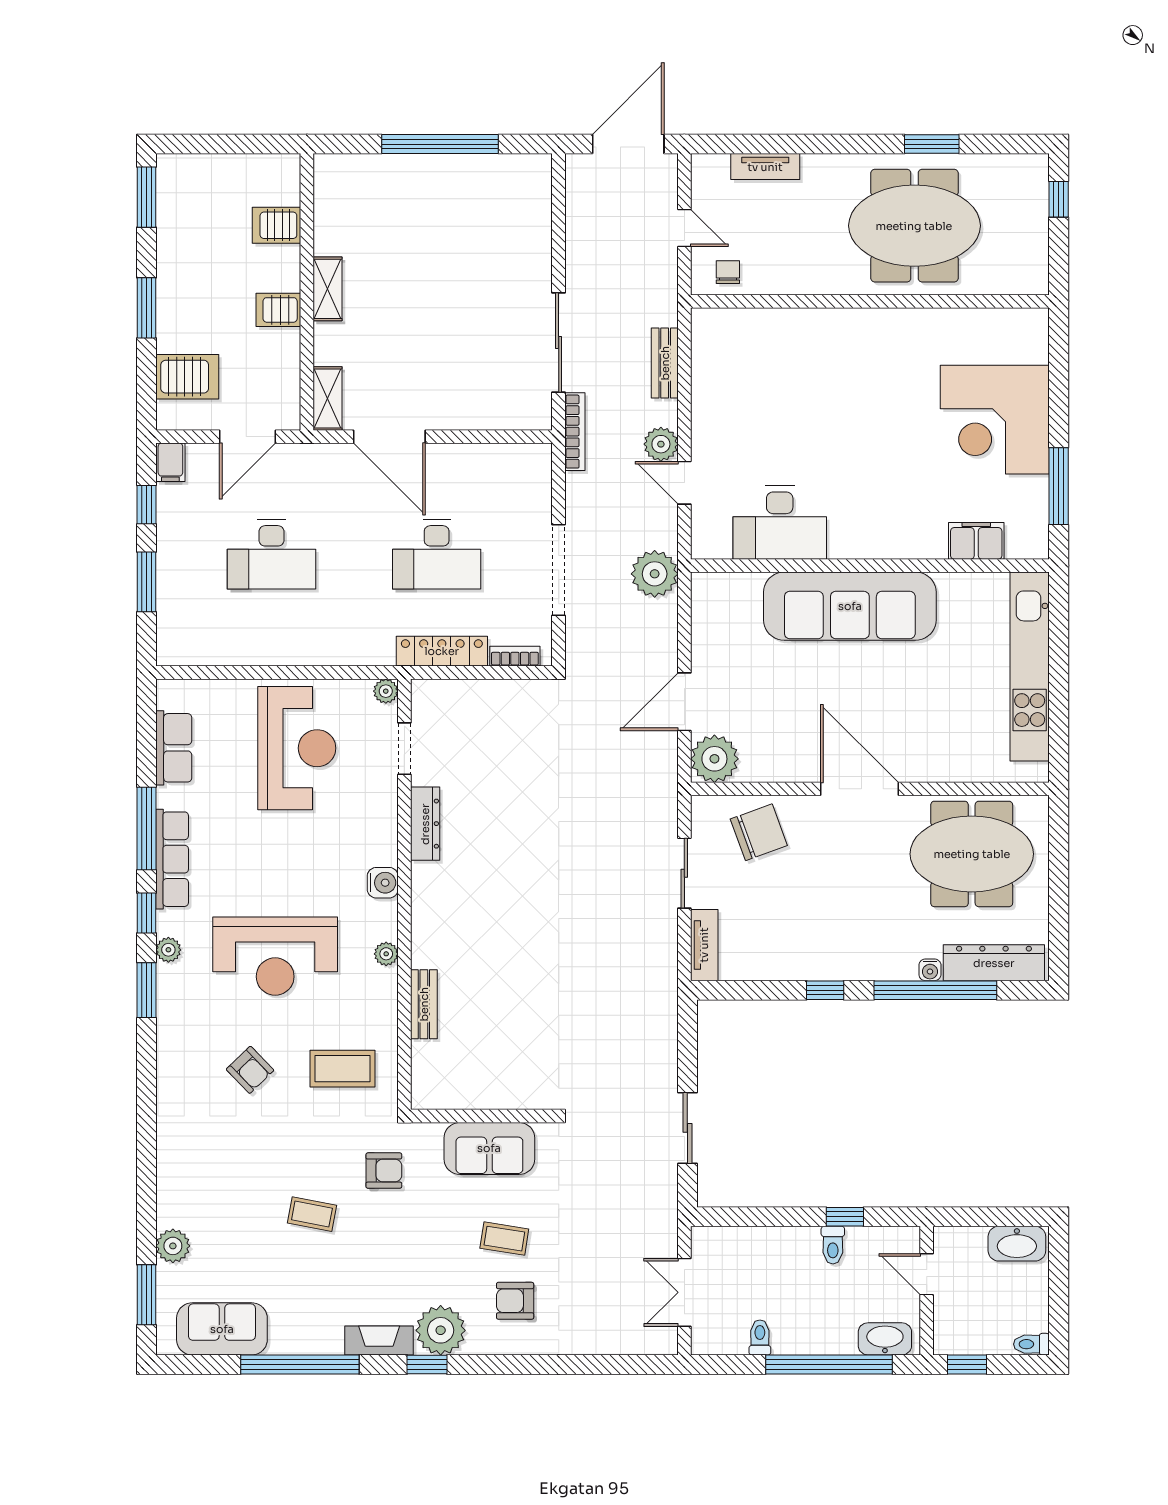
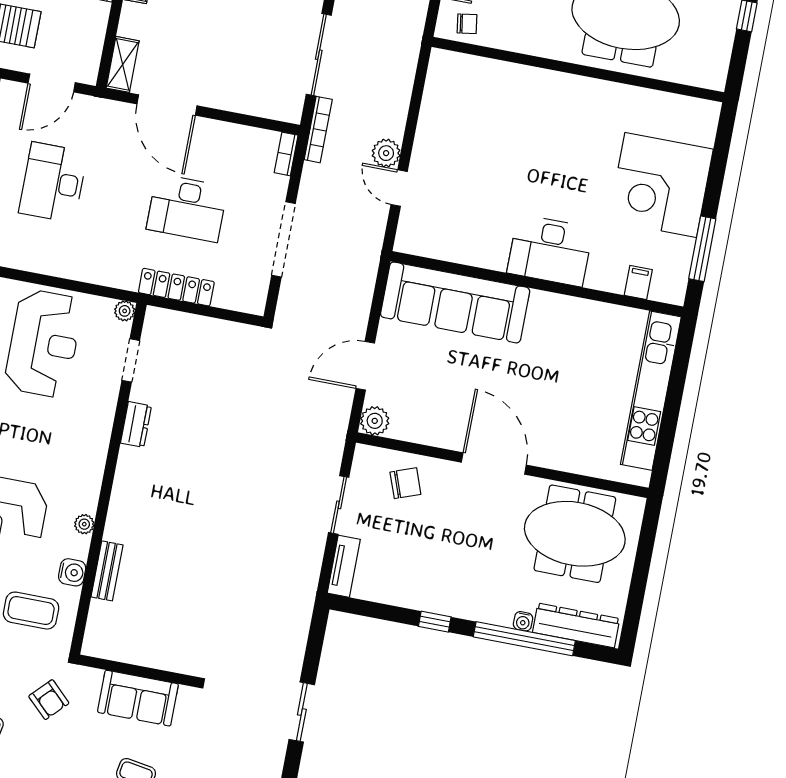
chair: (728, 272) -> (467, 24), turned 81
bench: (665, 363) -> (402, 88), removed
desk: (780, 523) -> (550, 250), moved
filing cabinet: (976, 541) -> (638, 282), width x0.50
desk: (272, 555) -> (53, 182), turned 90
plant: (655, 574) -> (361, 257), removed
sofa: (850, 606) -> (455, 302), moved
bookcase: (515, 656) -> (286, 154), moved, turned -90
plant: (714, 759) -> (375, 421), width x0.73, depth x0.73
dresser: (425, 824) -> (136, 425), width x0.70
chair: (759, 832) -> (405, 483), width x0.73, depth x0.73
water cooler: (383, 883) -> (72, 572), moved
armchair: (384, 1171) -> (49, 700), turned 44

